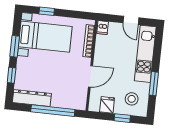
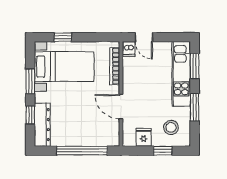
door: (131, 20) -> (144, 37), moved
window: (158, 48) -> (195, 66), added
door: (90, 76) -> (121, 107), swing flipped
dresser: (32, 98) -> (42, 125), moved, turned 90

